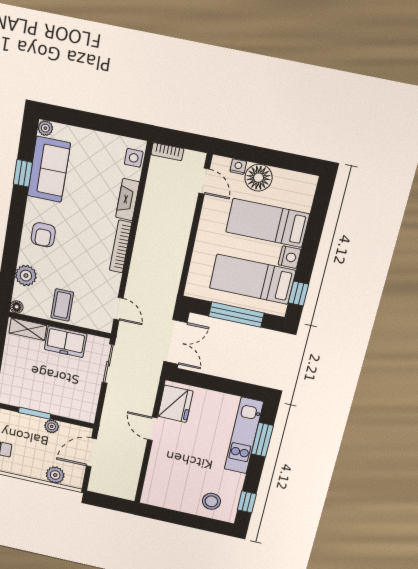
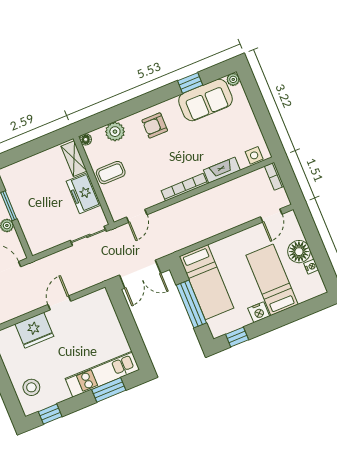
nightstand: (238, 167) -> (311, 267), moved
bed: (252, 279) -> (206, 282), moved, turned 180
fridge: (175, 404) -> (34, 330), moved

